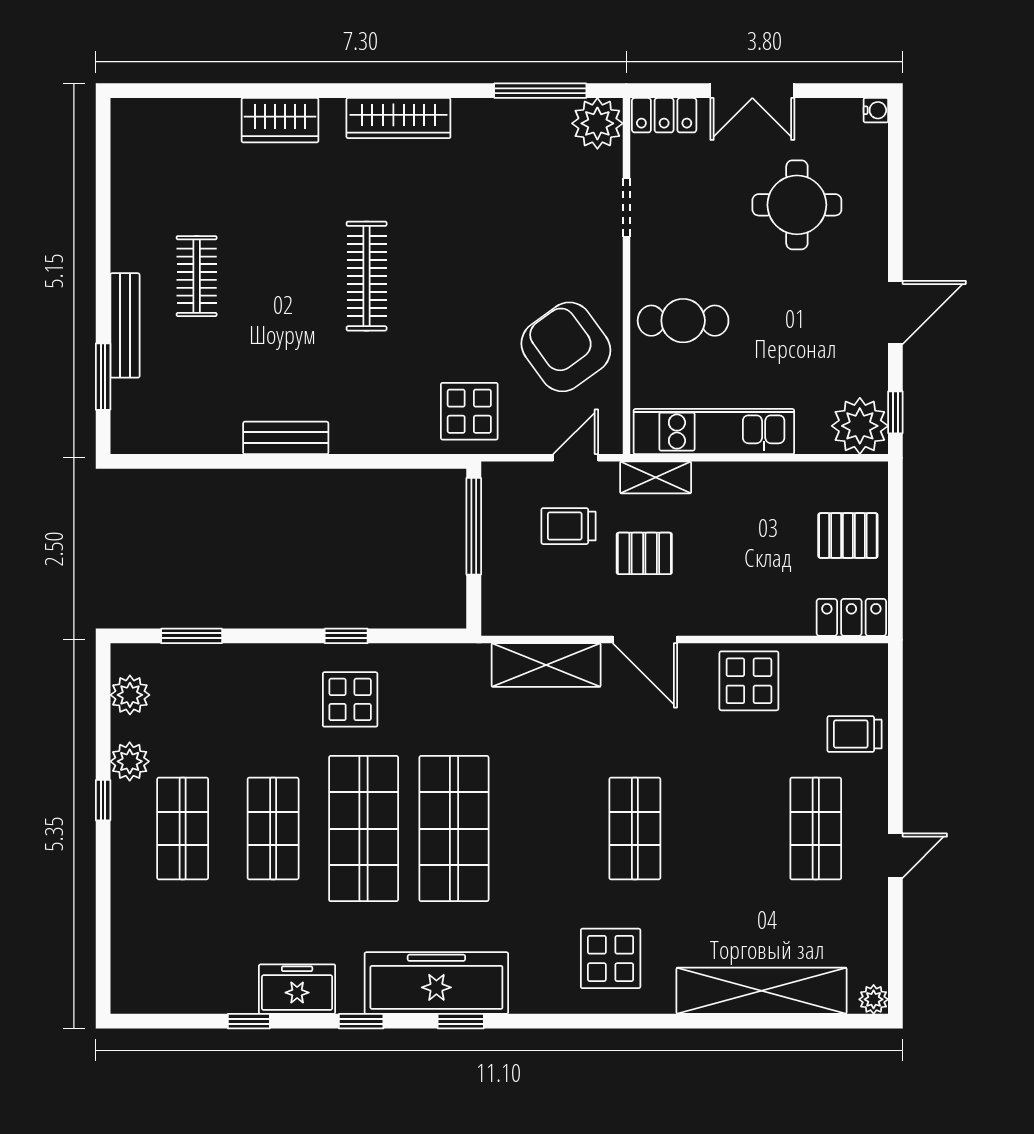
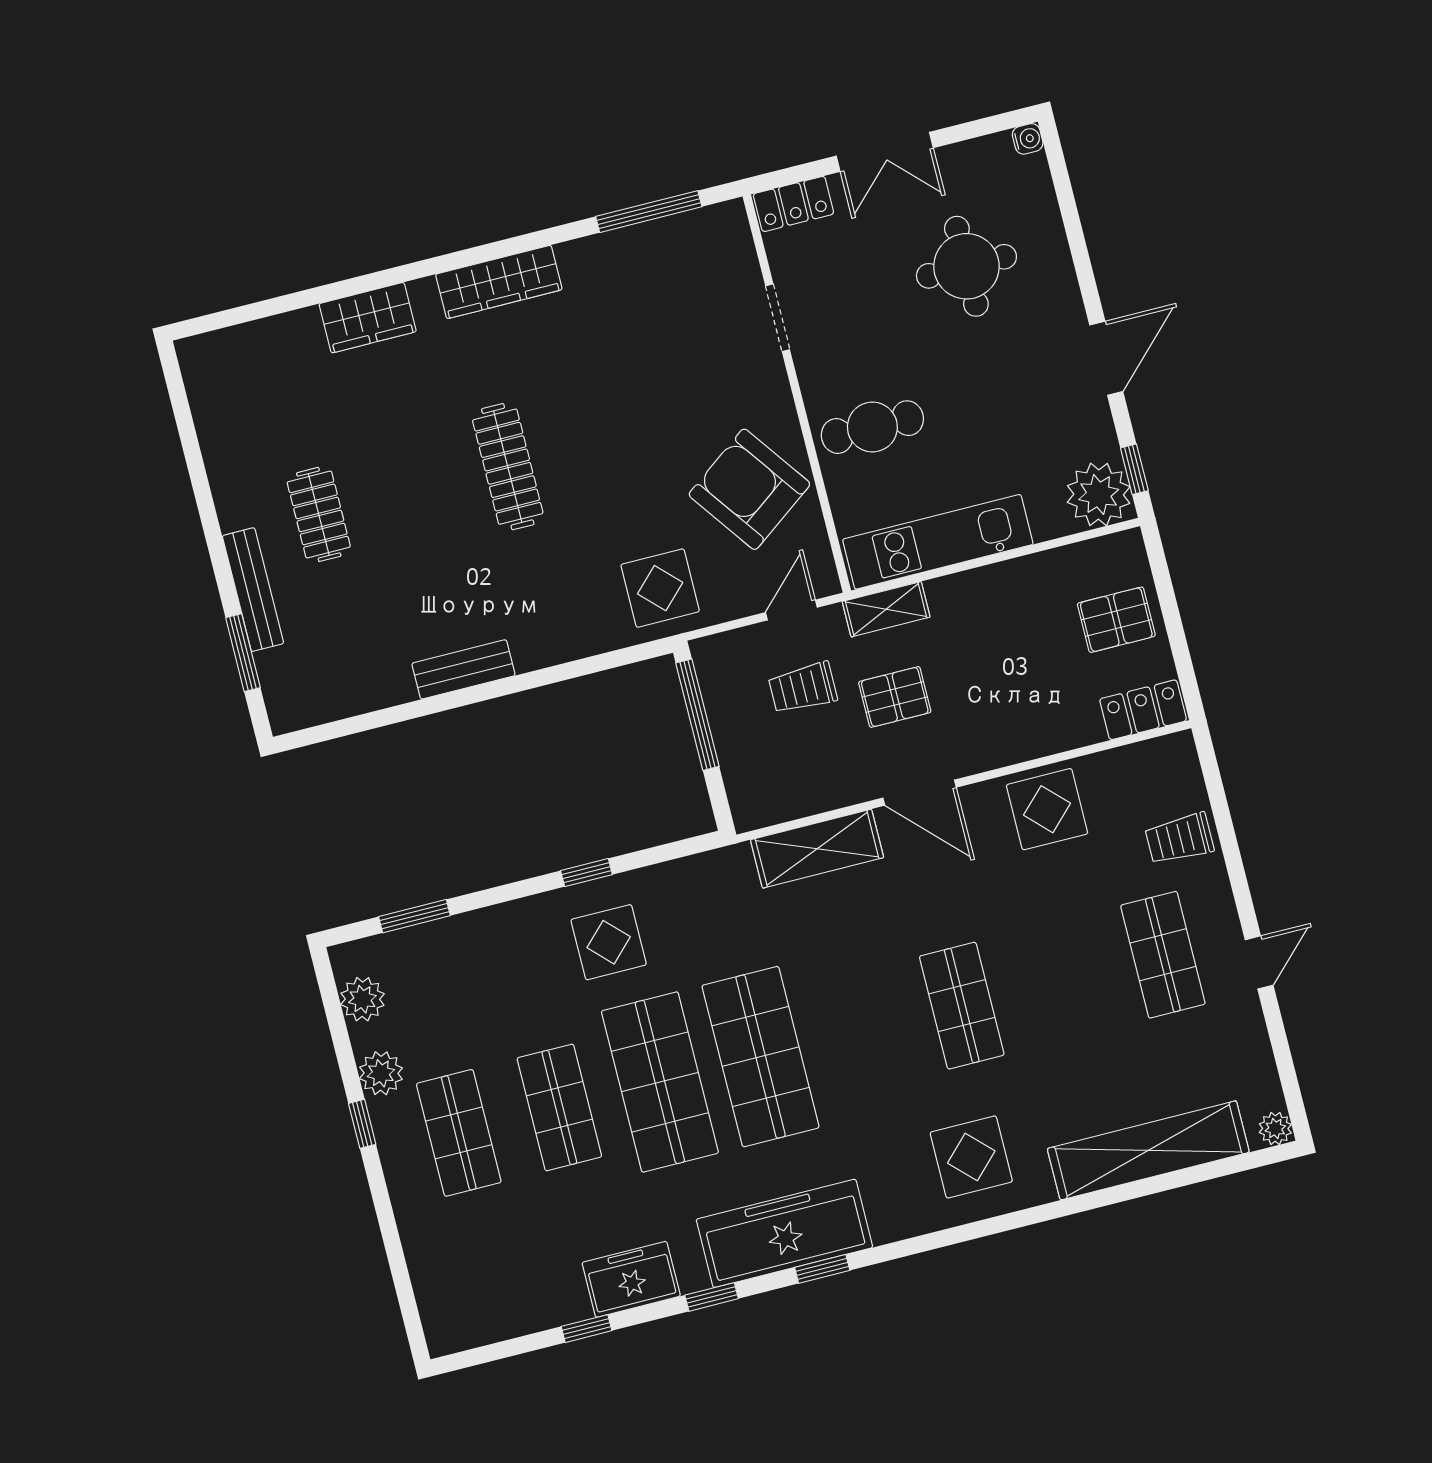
plant: (597, 123) -> (721, 232), removed

